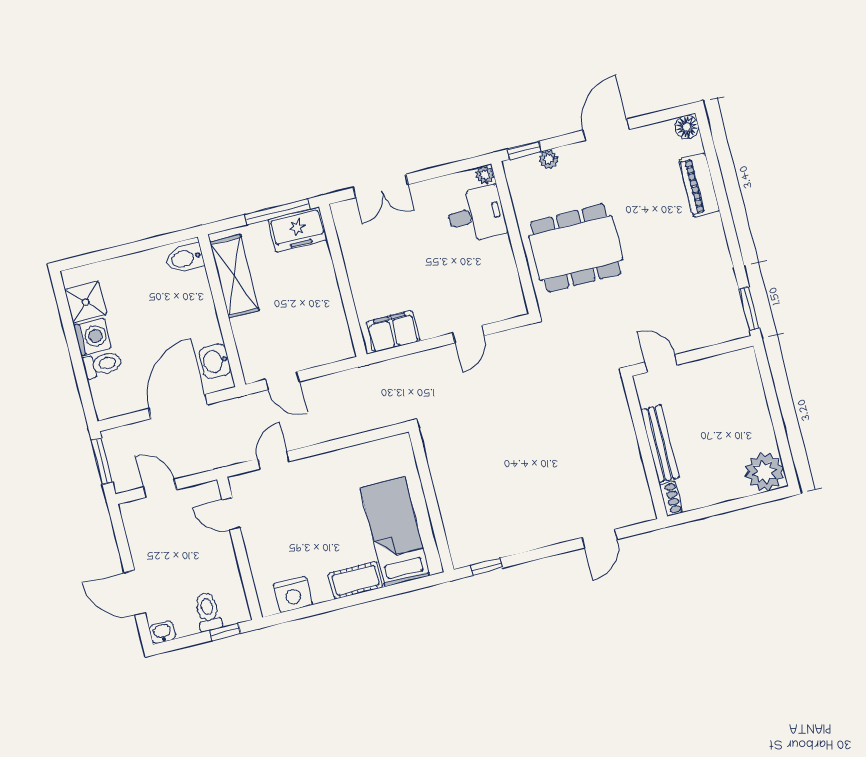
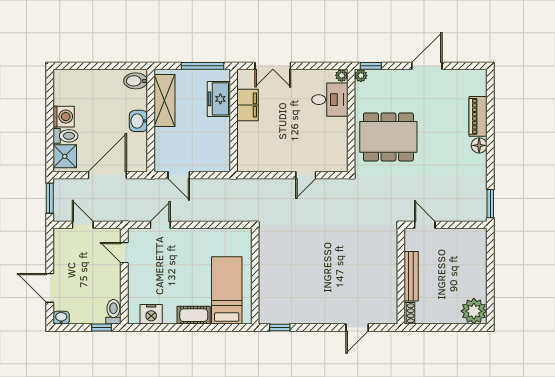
floor lamp: (687, 127) -> (479, 145), moved
plant: (549, 159) -> (361, 76), moved
freezer: (298, 230) -> (219, 99), moved, turned 90
shower: (86, 302) -> (65, 156), moved
filing cabinet: (393, 331) -> (247, 105), moved, turned 90
washbasin: (215, 361) -> (138, 121), moved
toilet: (208, 612) -> (113, 312), moved

